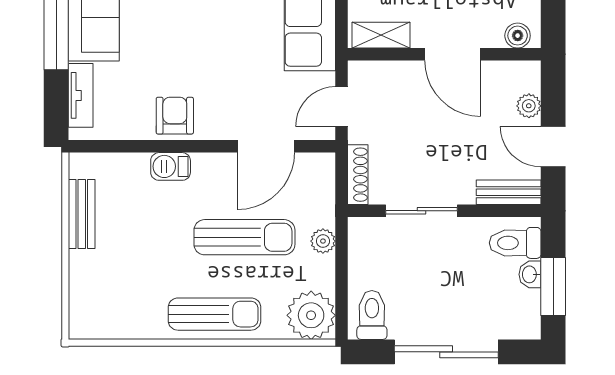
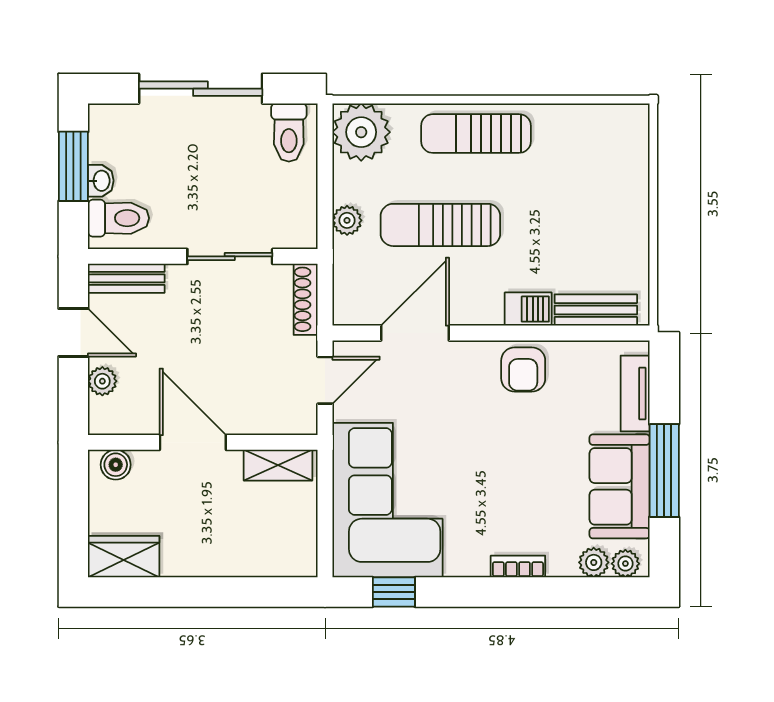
bench: (82, 214) -> (596, 310), moved, turned 90

